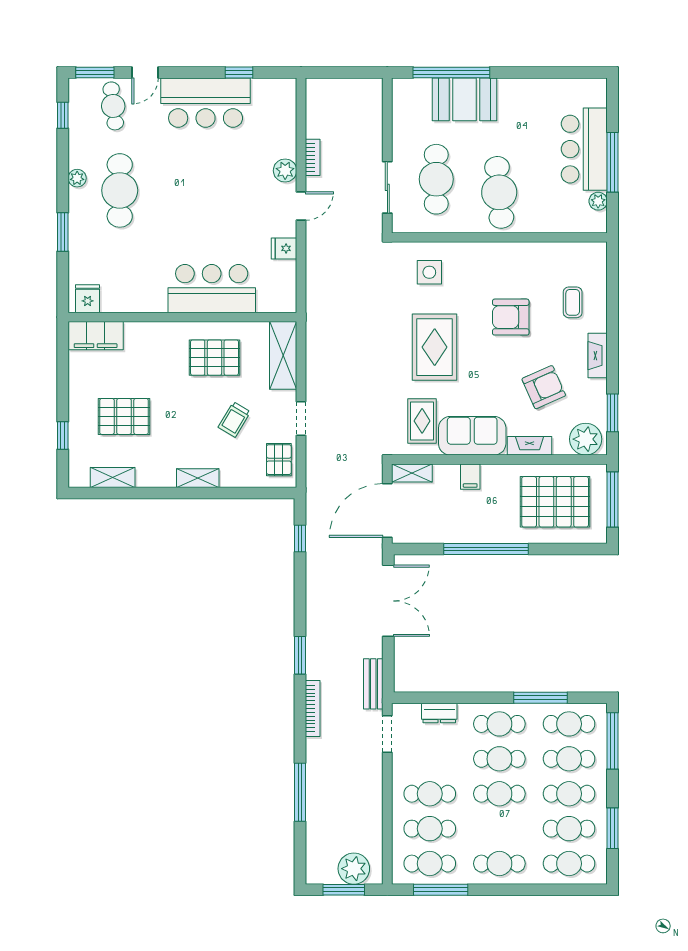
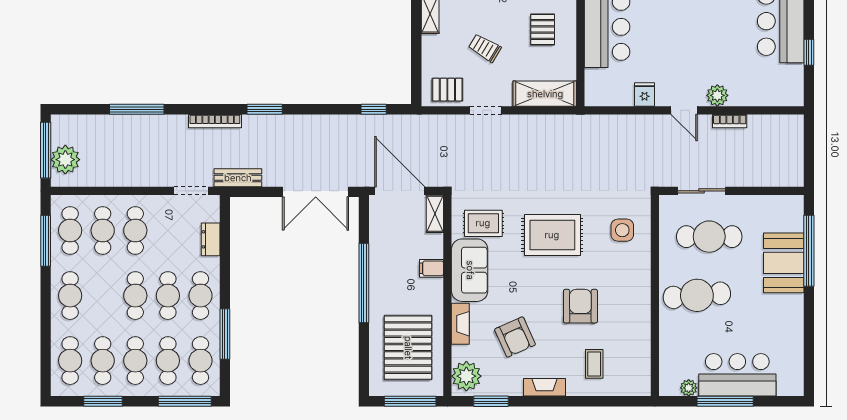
coffee table: (573, 302) -> (594, 364), turned 90
pallet: (214, 358) -> (543, 29), width x0.67, depth x0.71
window: (344, 890) -> (46, 150), width x1.44

